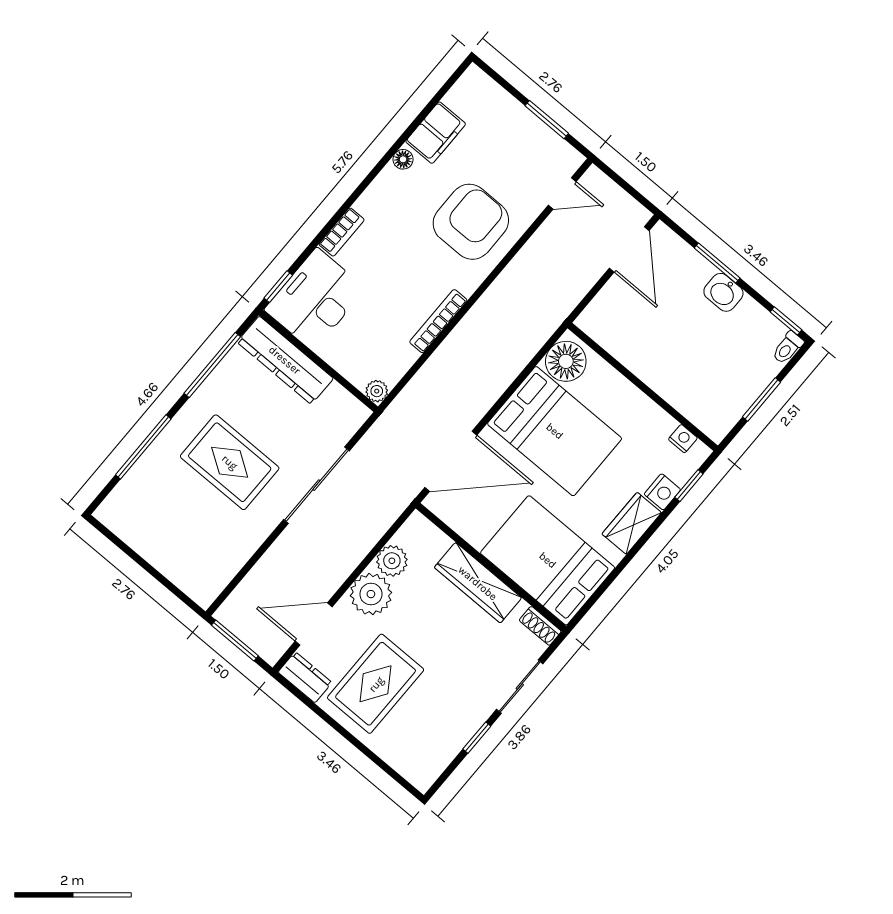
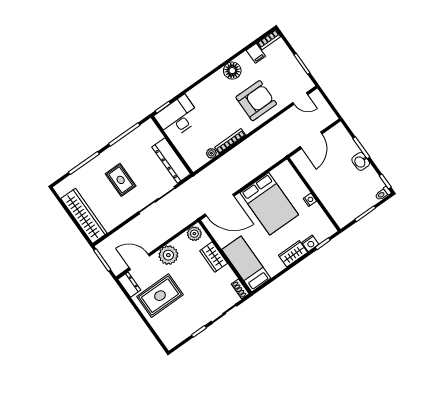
filing cabinet: (436, 133) -> (256, 53), width x0.50
floor lamp: (403, 159) -> (232, 71), width x1.89, depth x1.89
bookcase: (342, 232) -> (269, 40), moved
door: (629, 249) -> (311, 140), moved
dresser: (285, 360) -> (171, 160), moved
floor lamp: (566, 361) -> (282, 174), removed
plant: (377, 391) -> (211, 153), moved
nightstand: (683, 439) -> (310, 200), moved
rug: (230, 462) -> (121, 180), width x0.73, depth x0.70
wardrobe: (172, 558) -> (84, 216), added
bed: (548, 560) -> (246, 264), width x0.67
plant: (392, 561) -> (194, 234), moved
wardrobe: (478, 583) -> (214, 257), width x0.67

